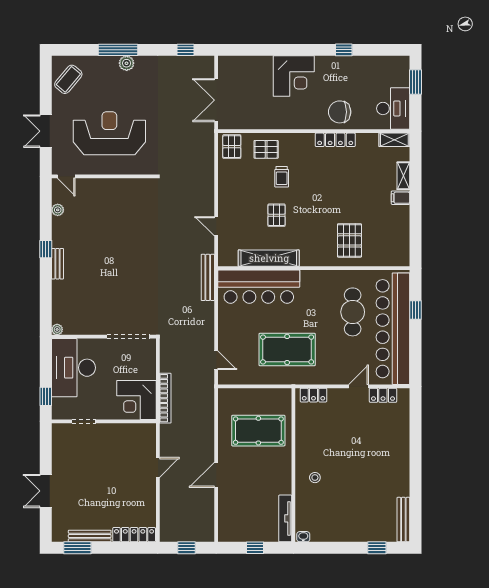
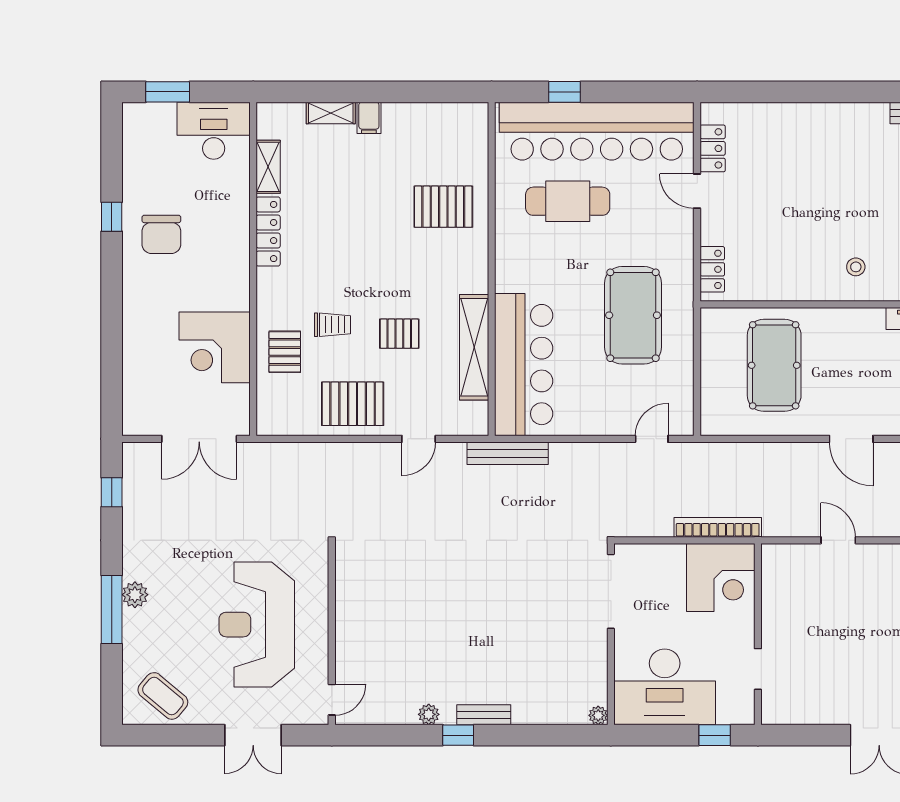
corner desk: (294, 76) -> (215, 347), moved, turned 180
chair: (340, 112) -> (161, 234), moved
shelving: (394, 140) -> (268, 167), moved
pallet: (232, 147) -> (353, 404), moved, width x1.50, depth x1.42
plant: (58, 210) -> (429, 714), moved

